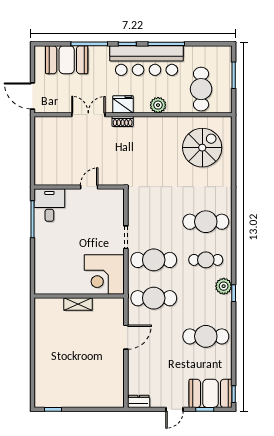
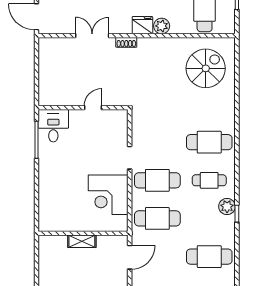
fridge: (123, 104) -> (142, 25), moved
wall: (79, 296) -> (83, 233), moved
shelving: (78, 304) -> (82, 241), moved

